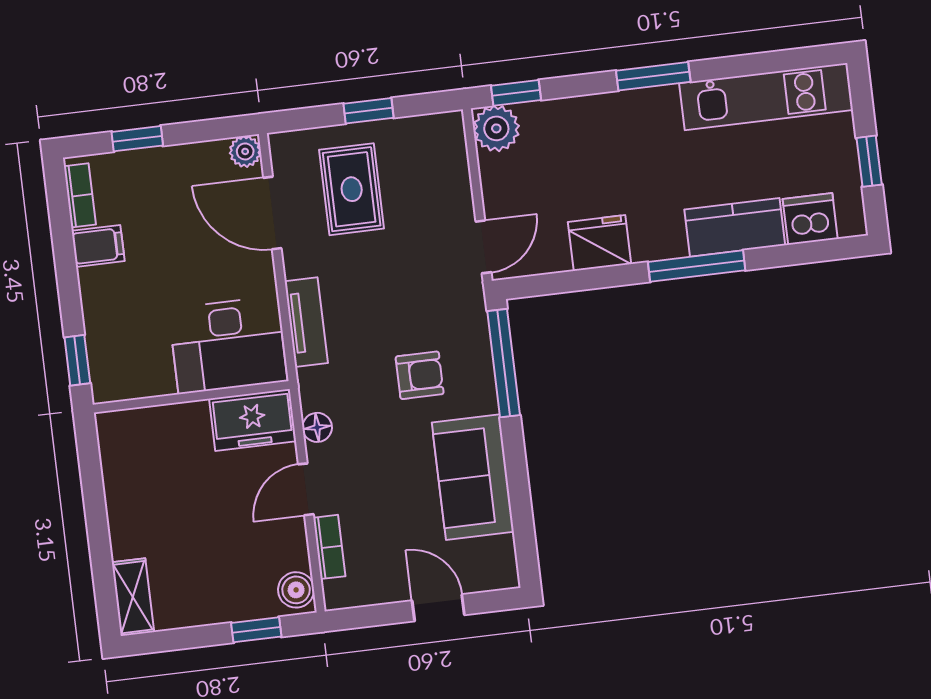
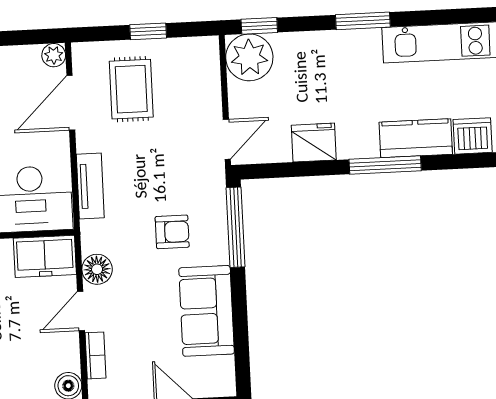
plant: (496, 128) -> (249, 57), width x1.36, depth x1.36
door: (272, 213) -> (71, 103), hinge flipped
floor lamp: (317, 427) -> (97, 269), width x1.37, depth x1.37

